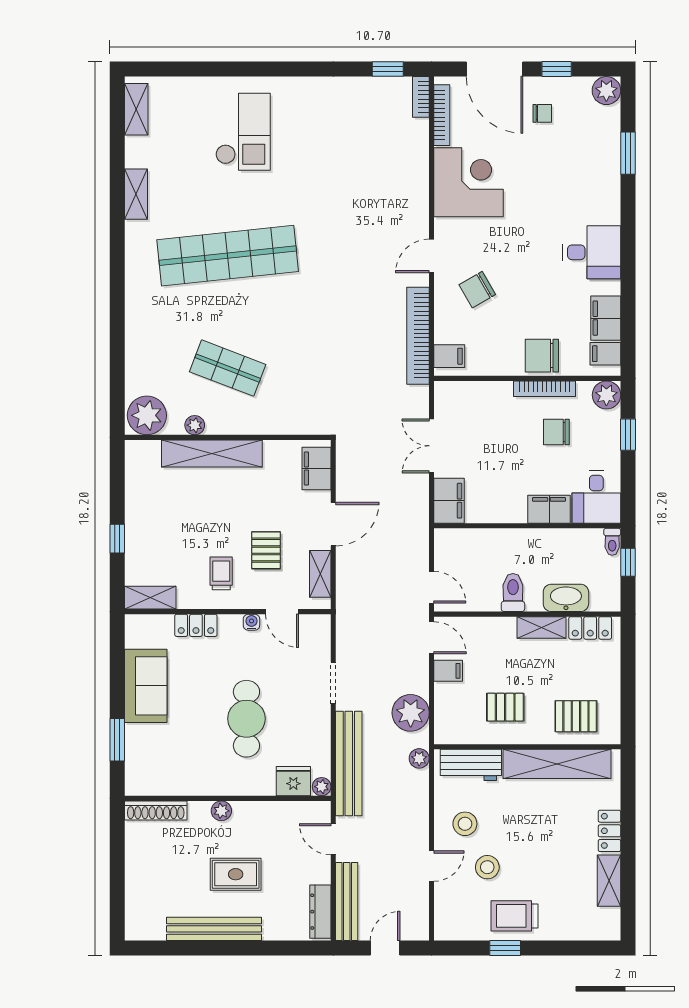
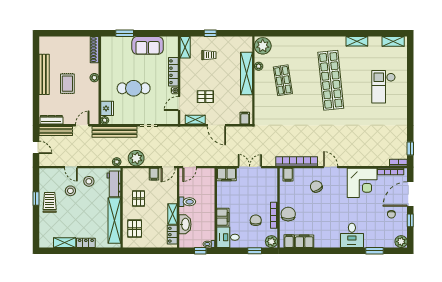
checkout: (243, 132) -> (383, 87), turned 90
desk: (592, 252) -> (352, 235), moved
shop shelf: (228, 368) -> (283, 80), turned -30
filing cabinet: (316, 468) -> (245, 118), width x0.50
trolley: (221, 573) -> (209, 55), moved
locker: (196, 625) -> (173, 72), width x1.53

